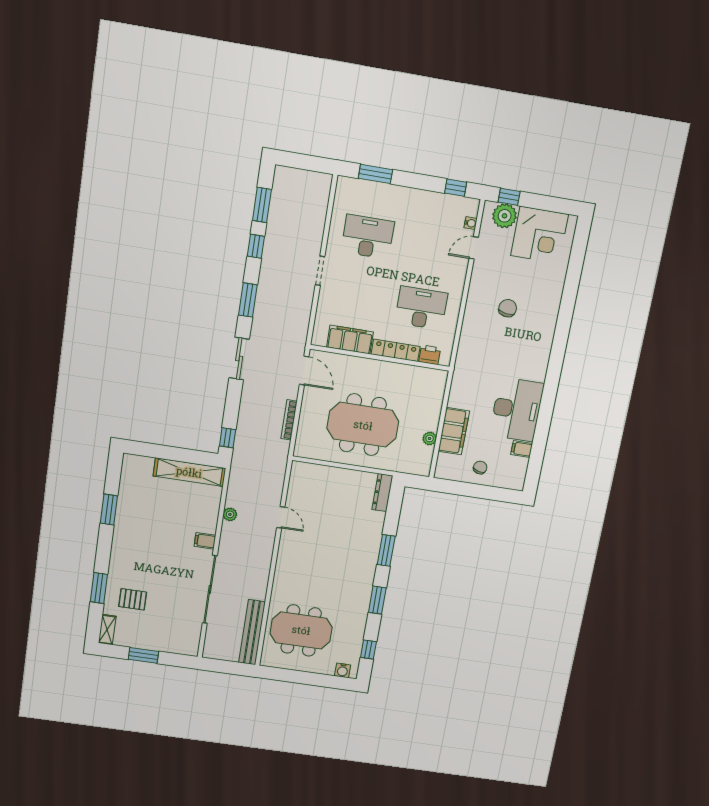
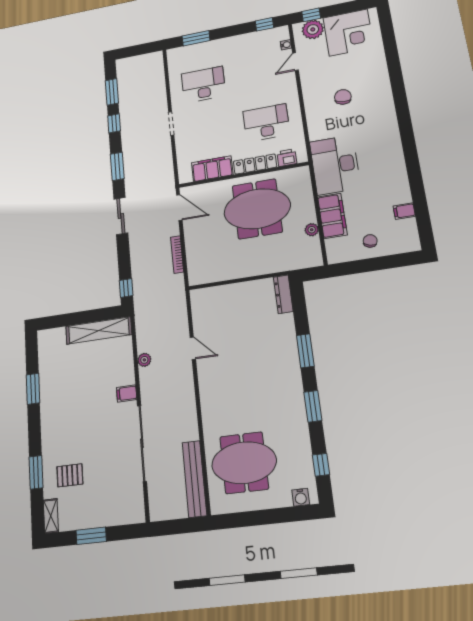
desk: (517, 409) -> (335, 165), moved, turned 180
meeting table: (363, 425) -> (257, 209), moved

